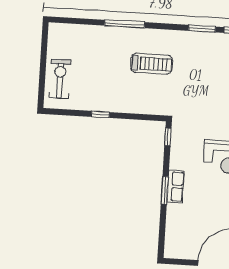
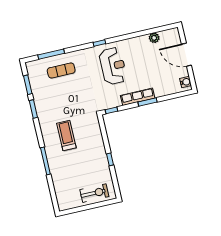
exercise bike: (60, 79) -> (94, 193), turned 180
row of seats: (176, 186) -> (138, 97), width x1.48
water cooler: (177, 252) -> (186, 82), added

